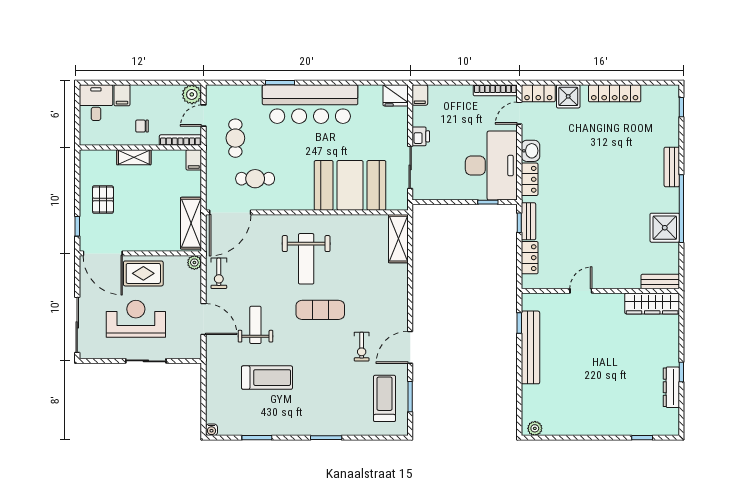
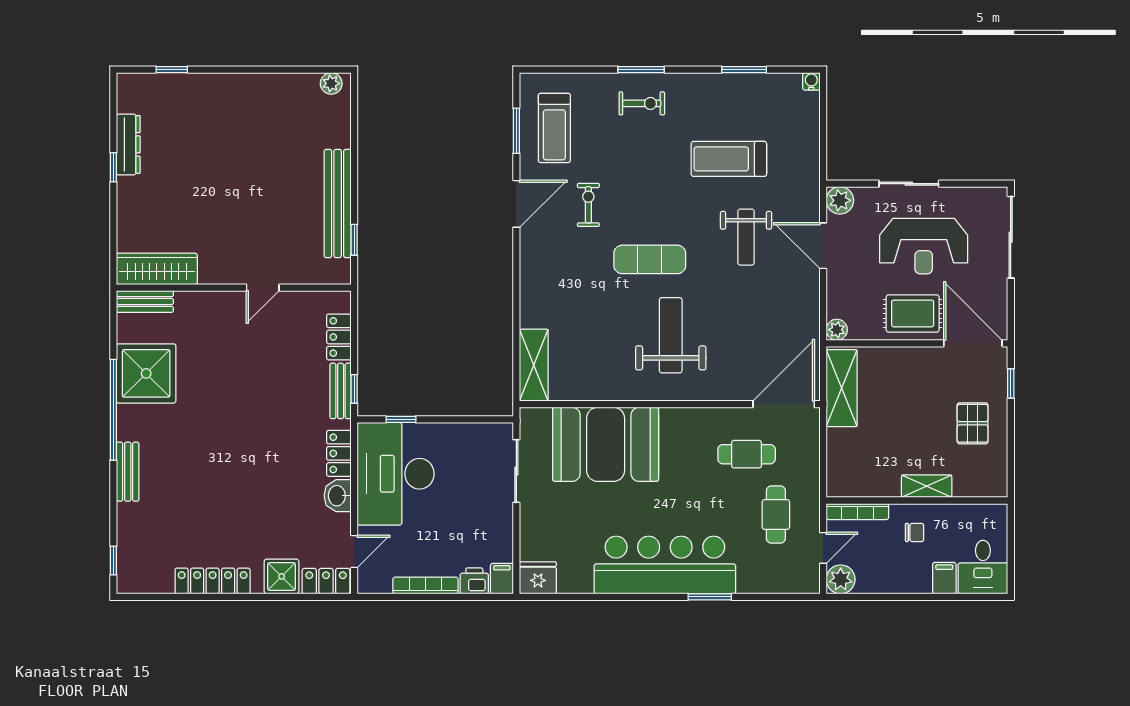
bookcase: (495, 90) -> (425, 585), moved
printer: (421, 136) -> (474, 581), moved, turned 90
filing cabinet: (194, 160) -> (838, 482), removed
shower: (665, 228) -> (146, 373), width x1.37, depth x1.37
exercise bike: (219, 273) -> (642, 103), moved, turned 90
plant: (192, 350) -> (840, 200), added

